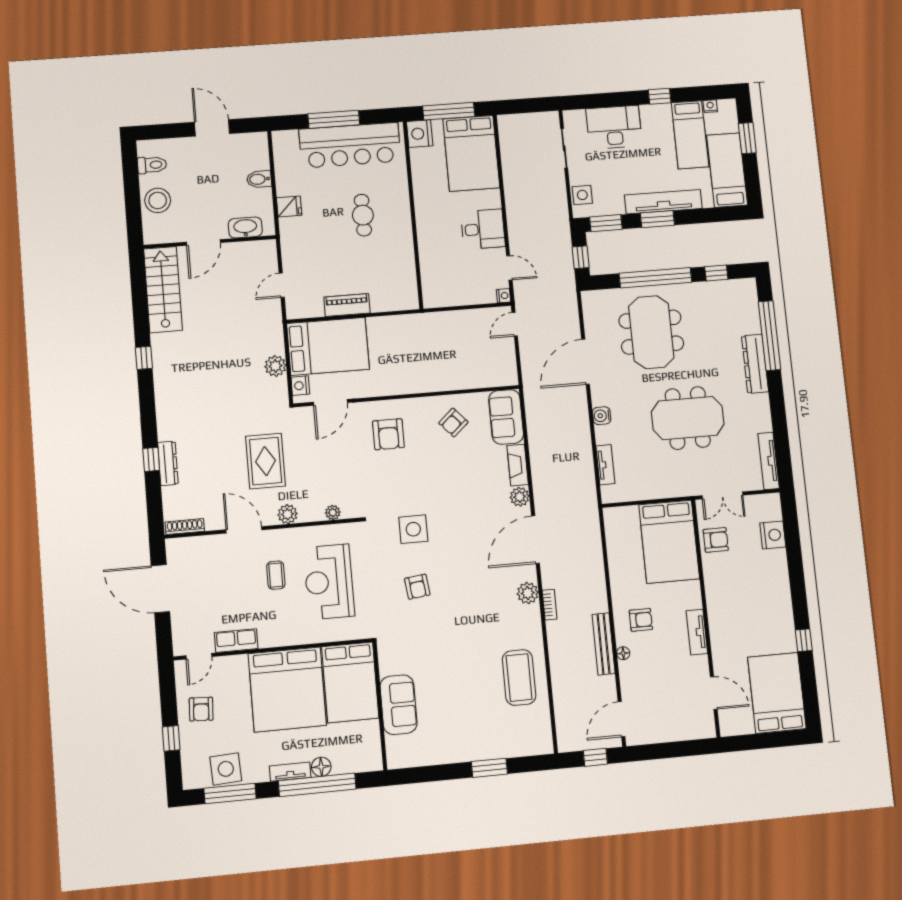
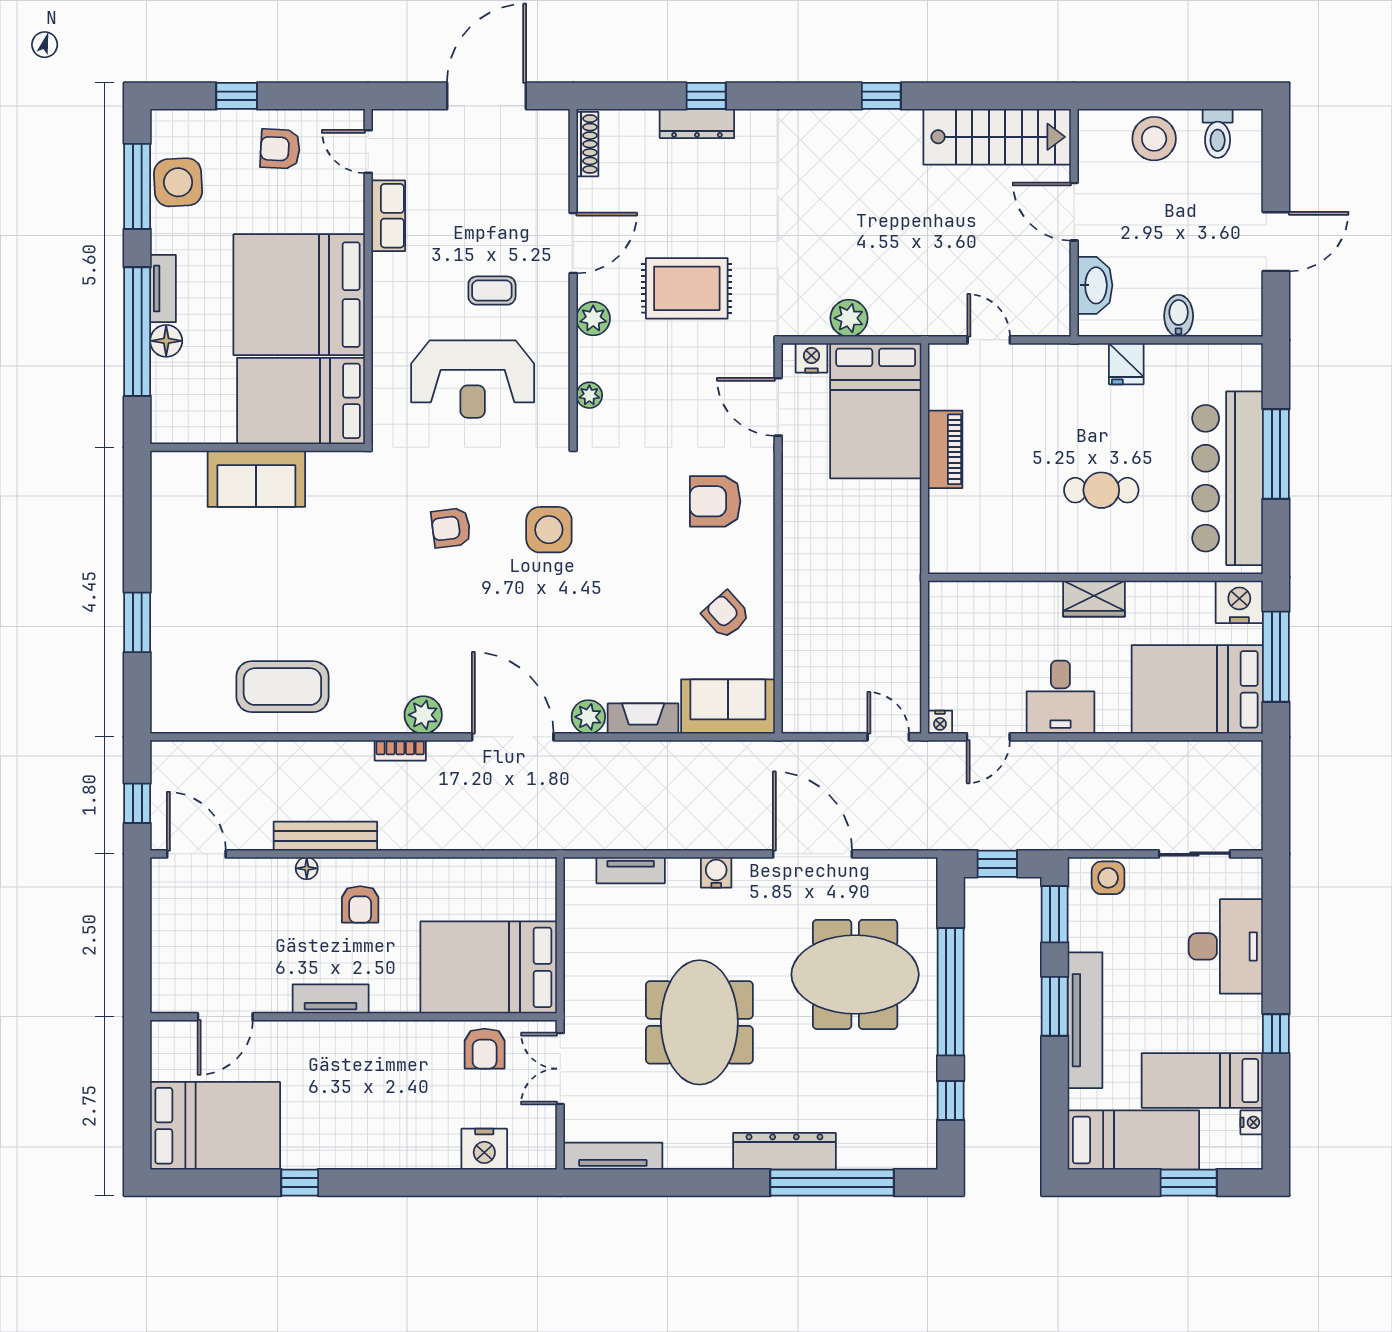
wardrobe: (425, 215) -> (1094, 599), added
reception desk: (329, 582) -> (473, 379), turned 180

